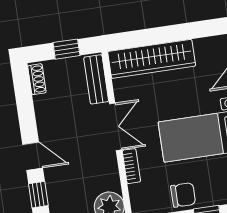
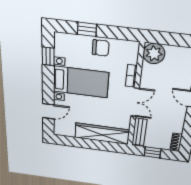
double door: (116, 127) -> (135, 102), swing flipped
chair: (183, 195) -> (101, 48), turned 180

